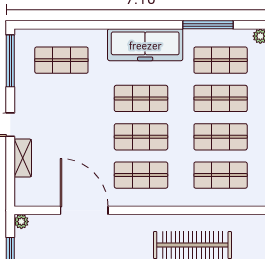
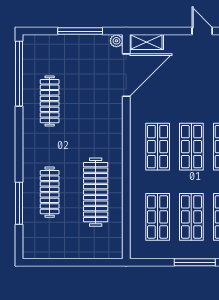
shelving: (23, 158) -> (147, 42), moved
door: (84, 210) -> (126, 75), moved

